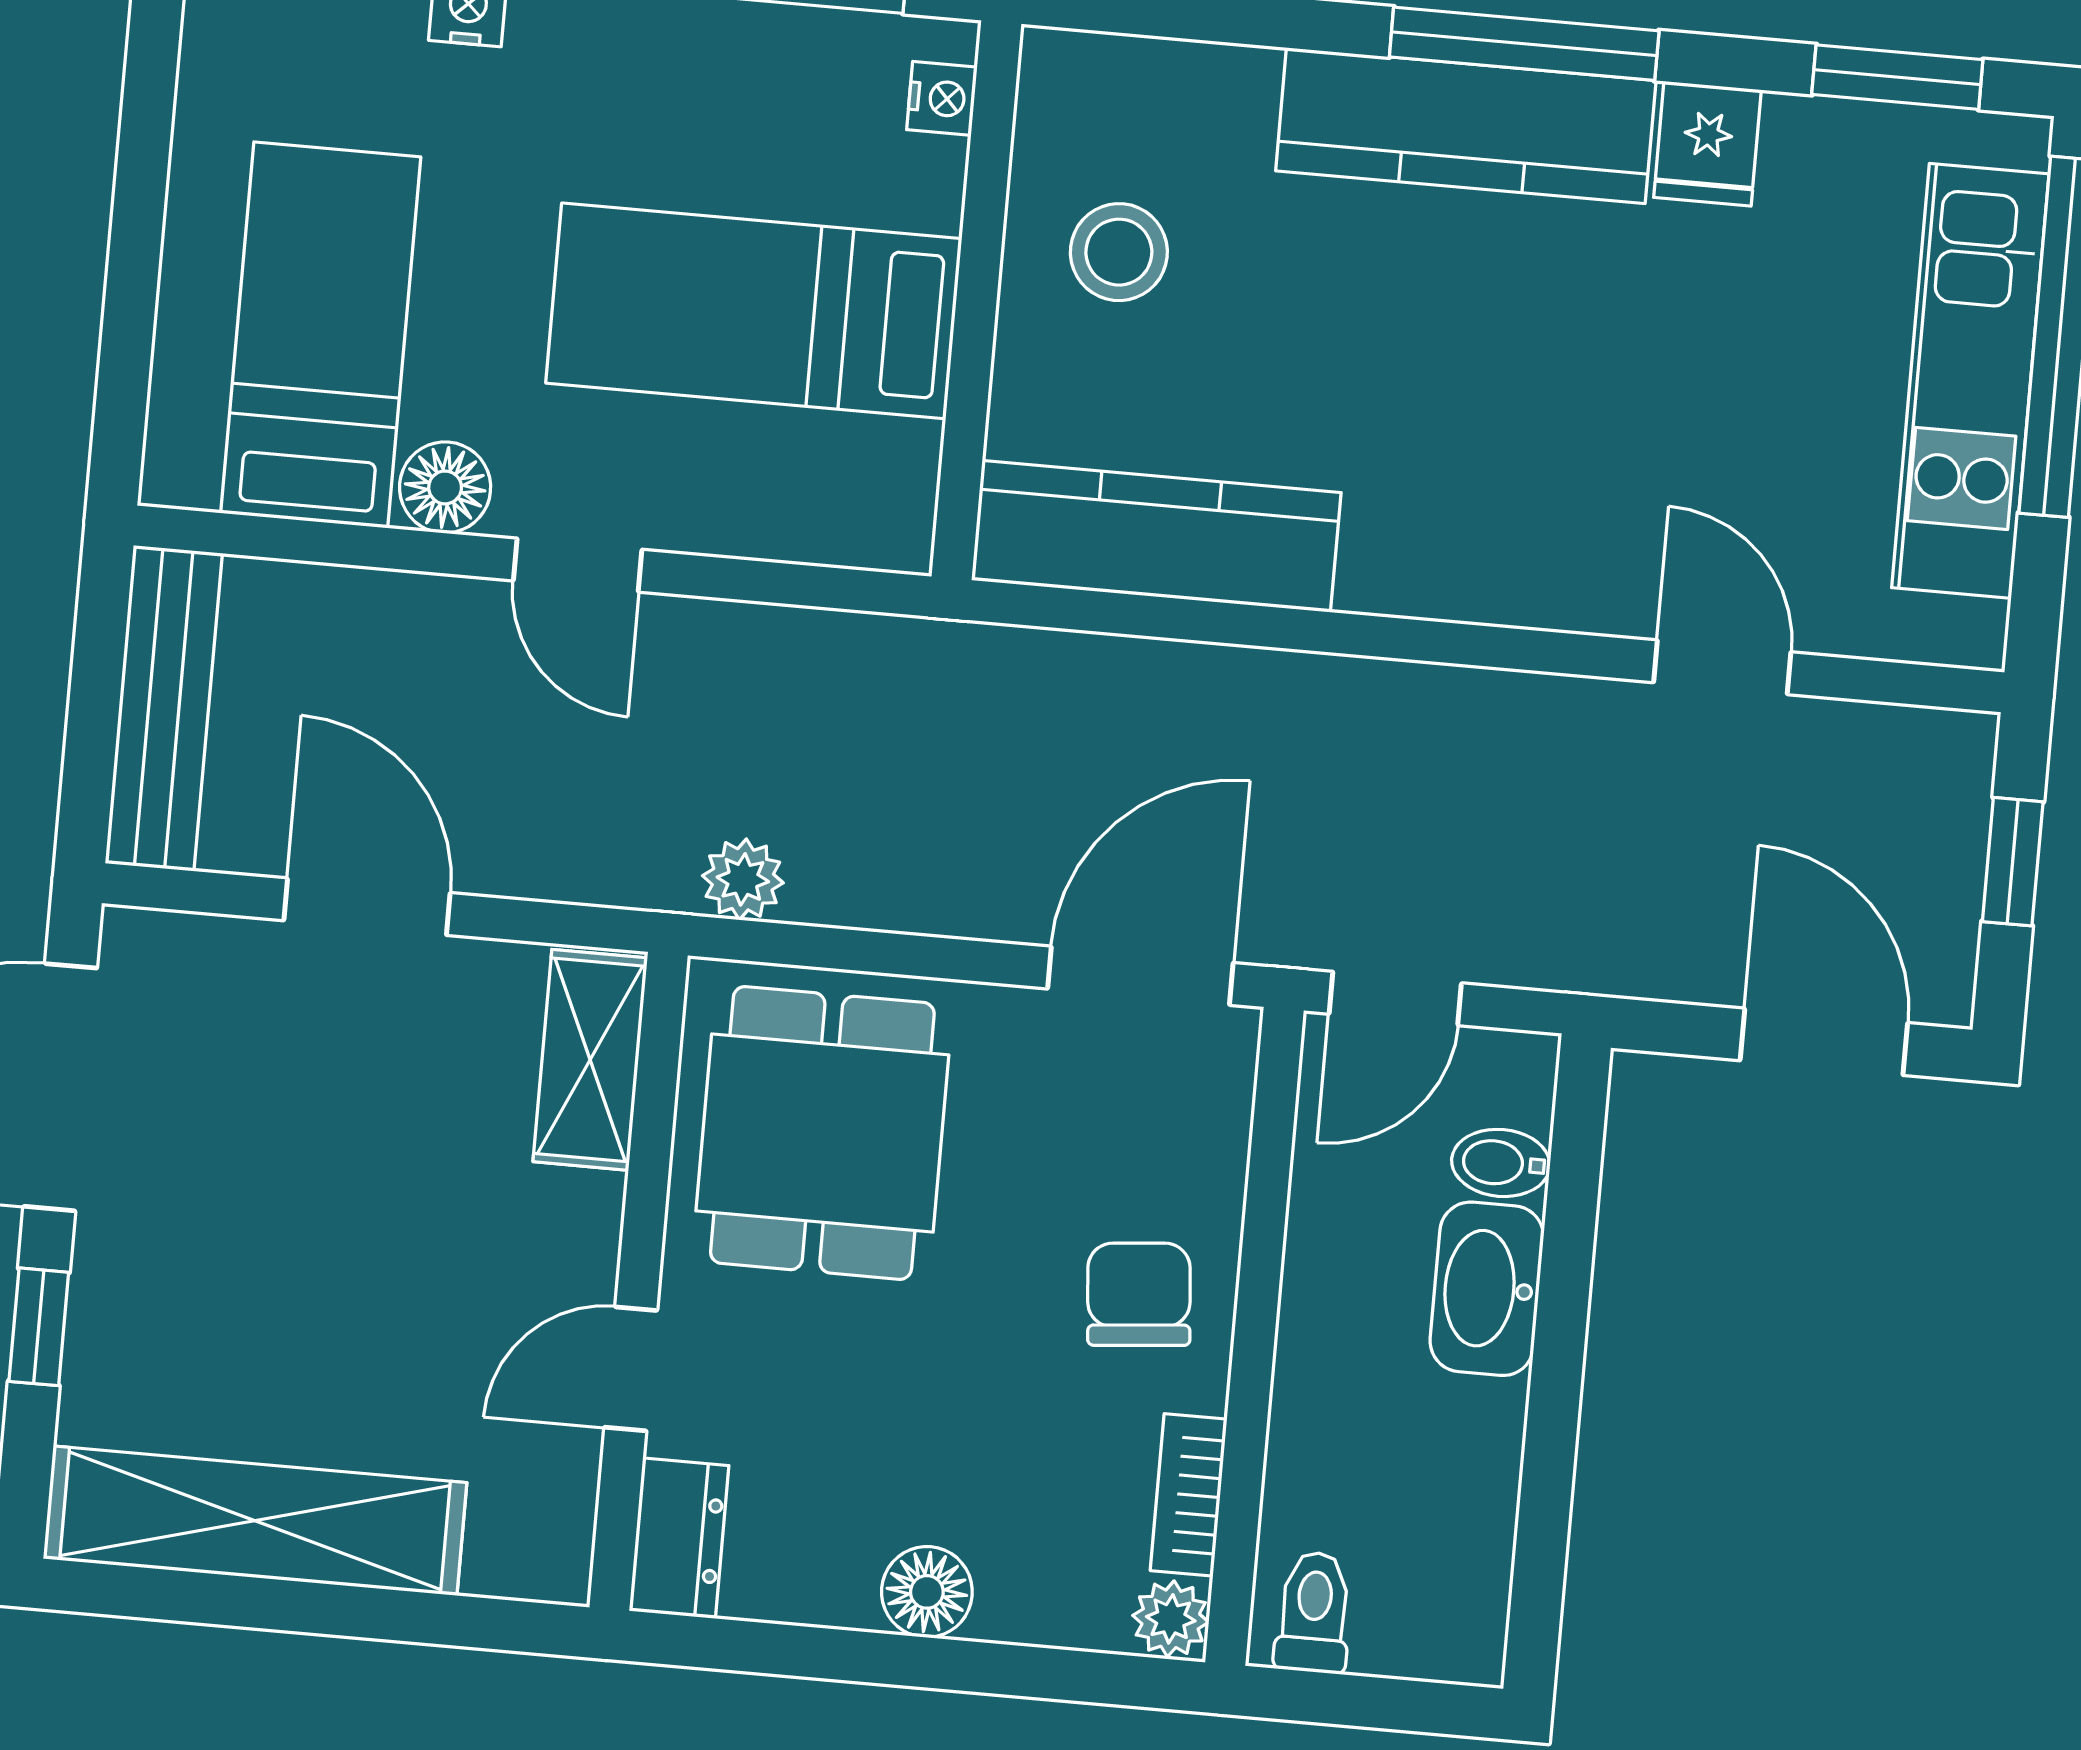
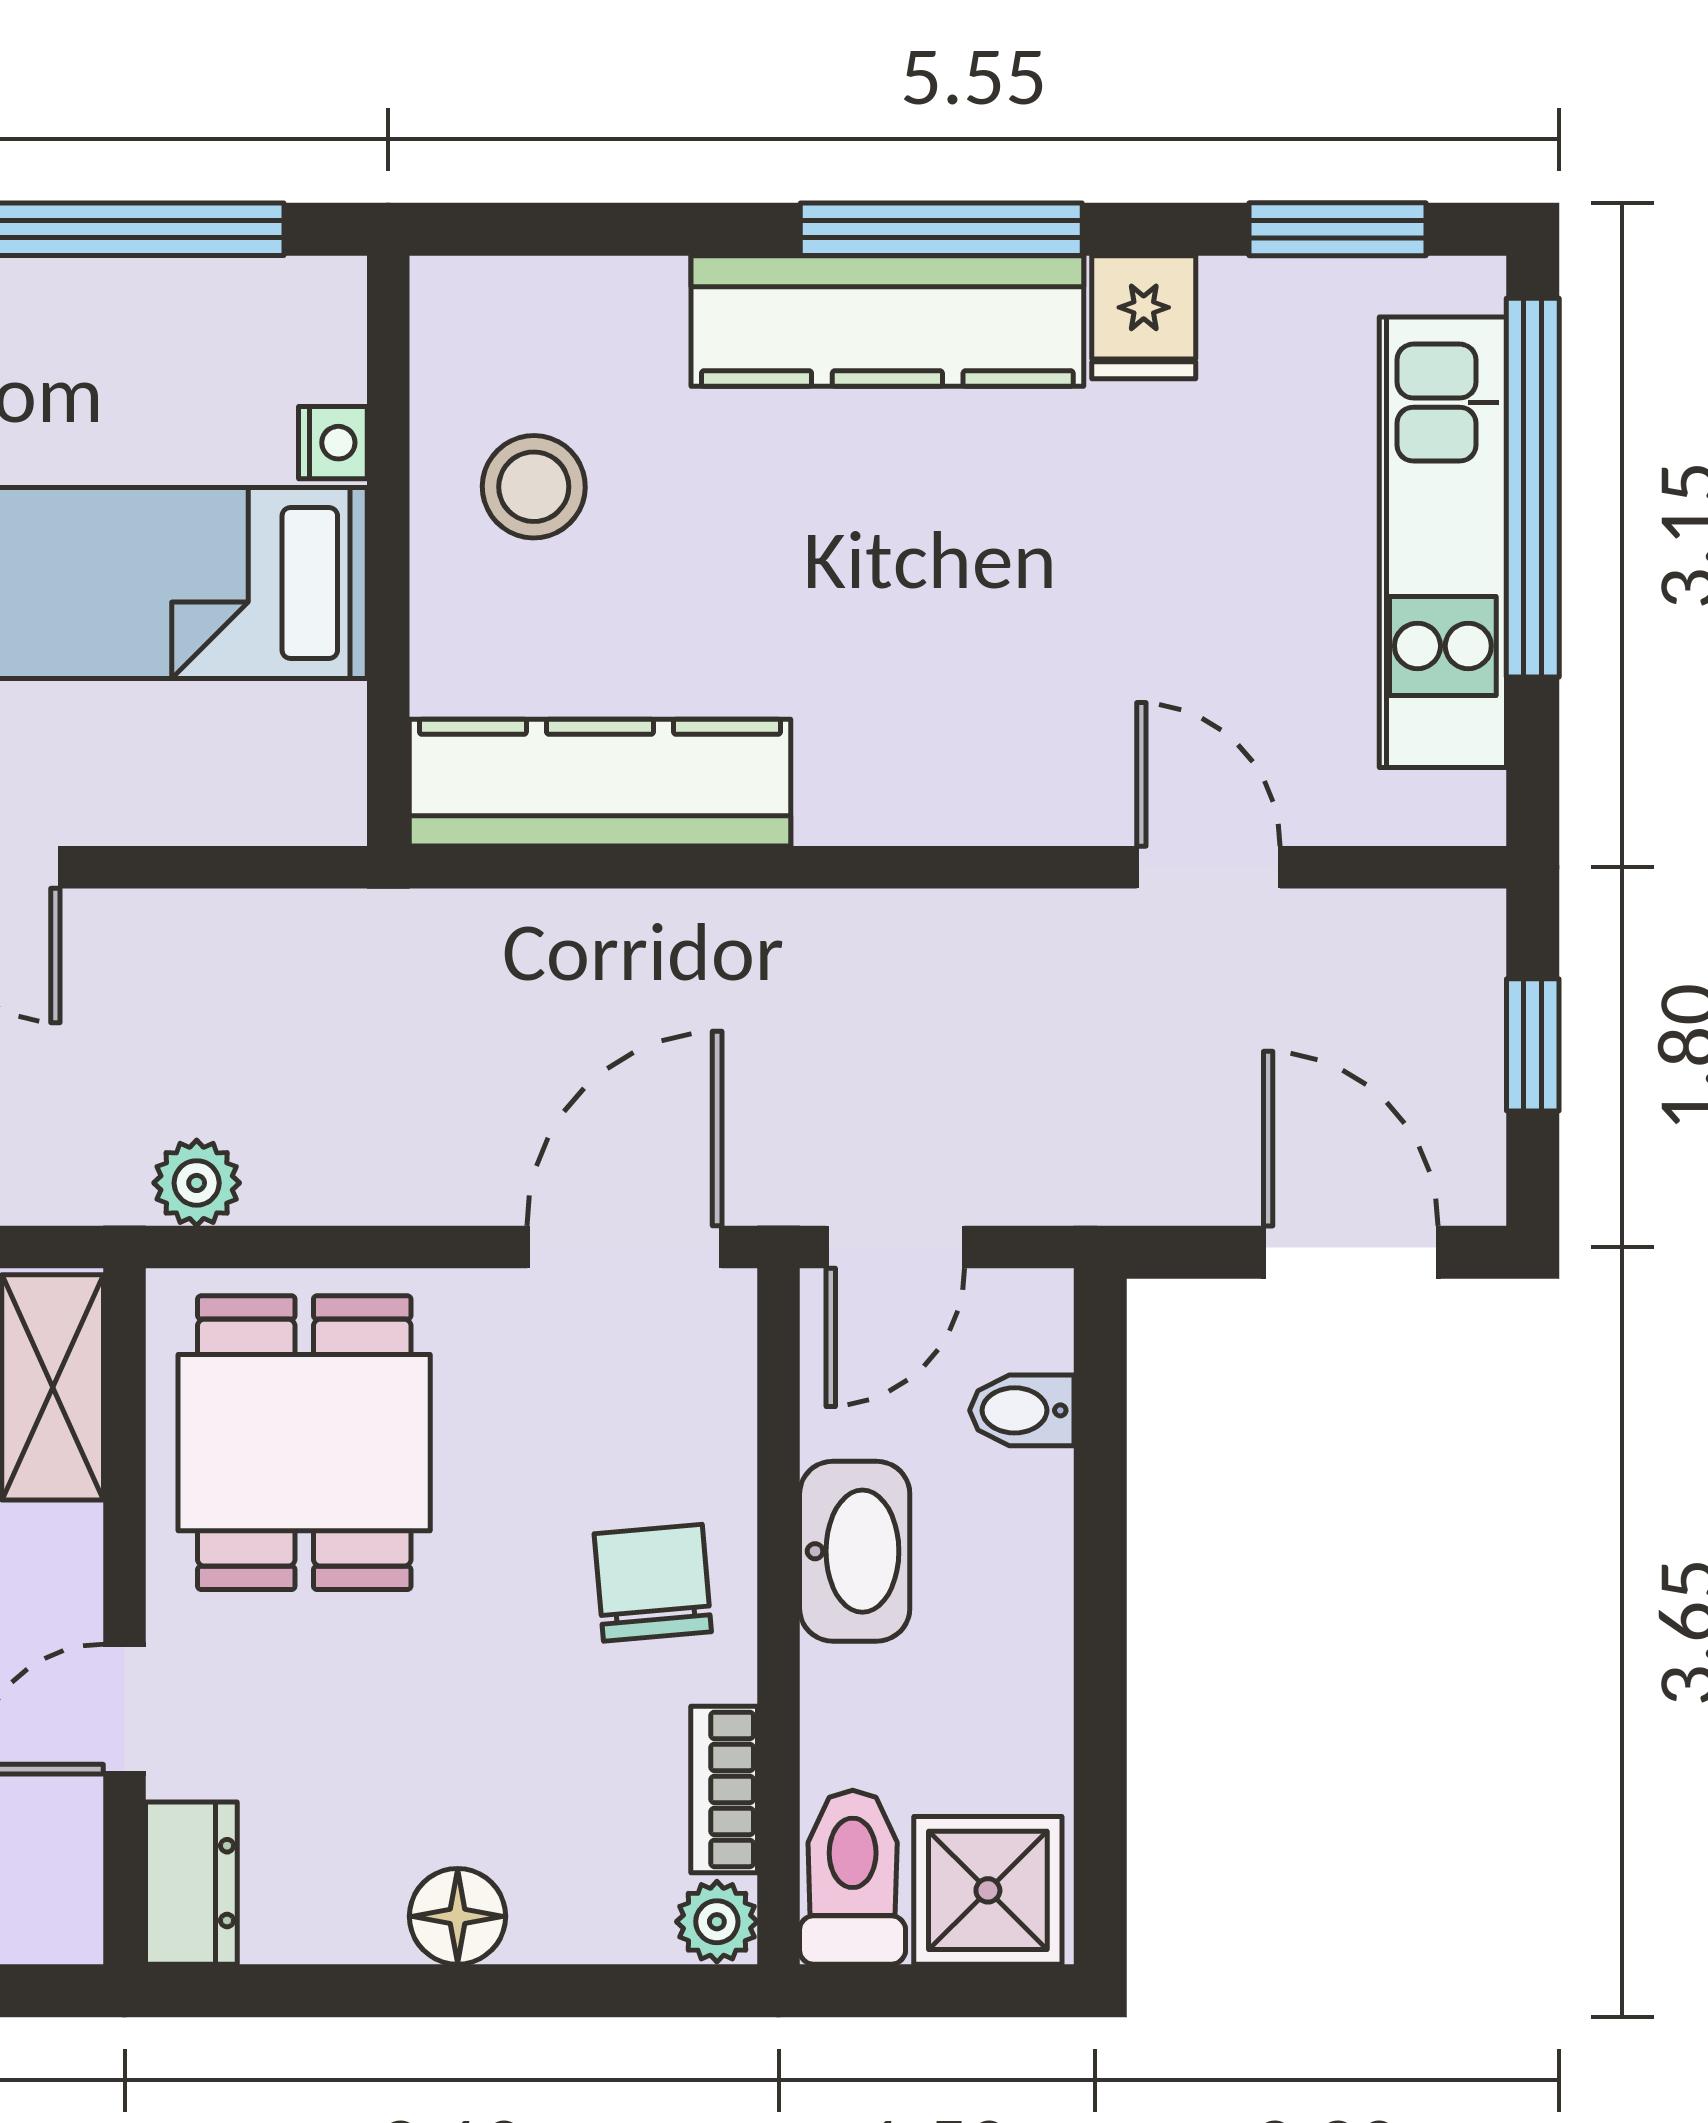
nightstand: (942, 98) -> (333, 443), moved
washbasin: (1487, 1289) -> (855, 1551), moved, turned 180
toilet: (1314, 1612) -> (853, 1877), width x1.37, depth x1.39
shower: (1429, 1612) -> (988, 1890), added

